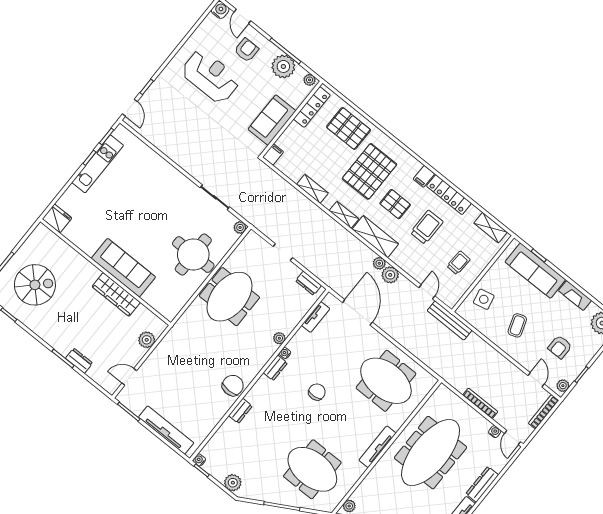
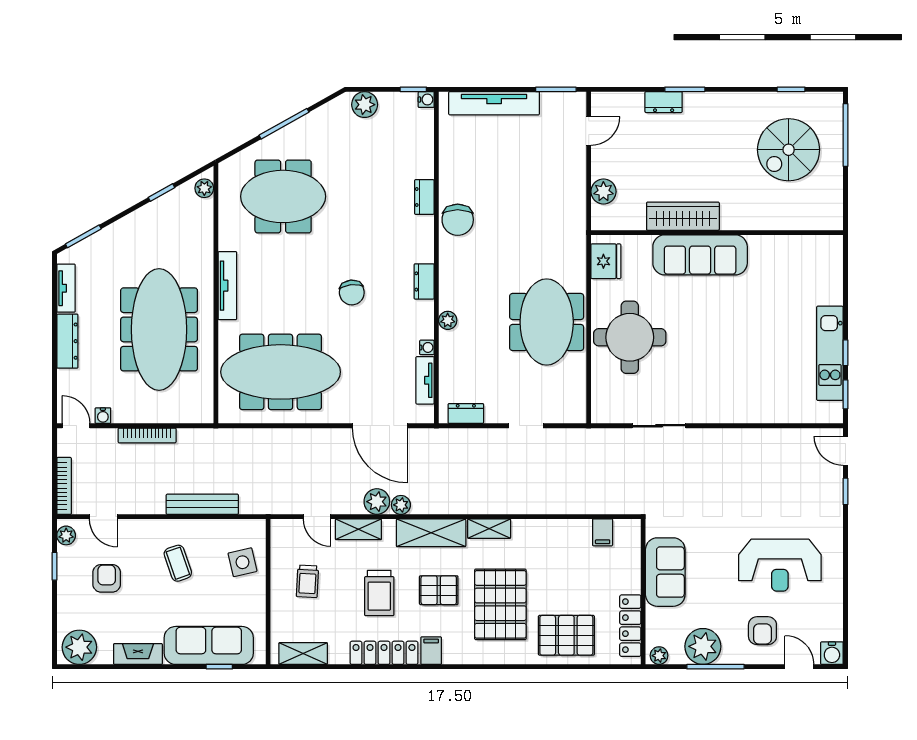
filing cabinet: (273, 154) -> (603, 532), moved
shelving: (312, 189) -> (358, 529), moved
fridge: (57, 218) -> (606, 261), moved, turned -90
plant: (240, 227) -> (600, 414), removed
bench: (449, 320) -> (202, 504), moved
water cooler: (285, 353) -> (427, 347), moved
meeting table: (386, 381) -> (281, 372), width x1.36

